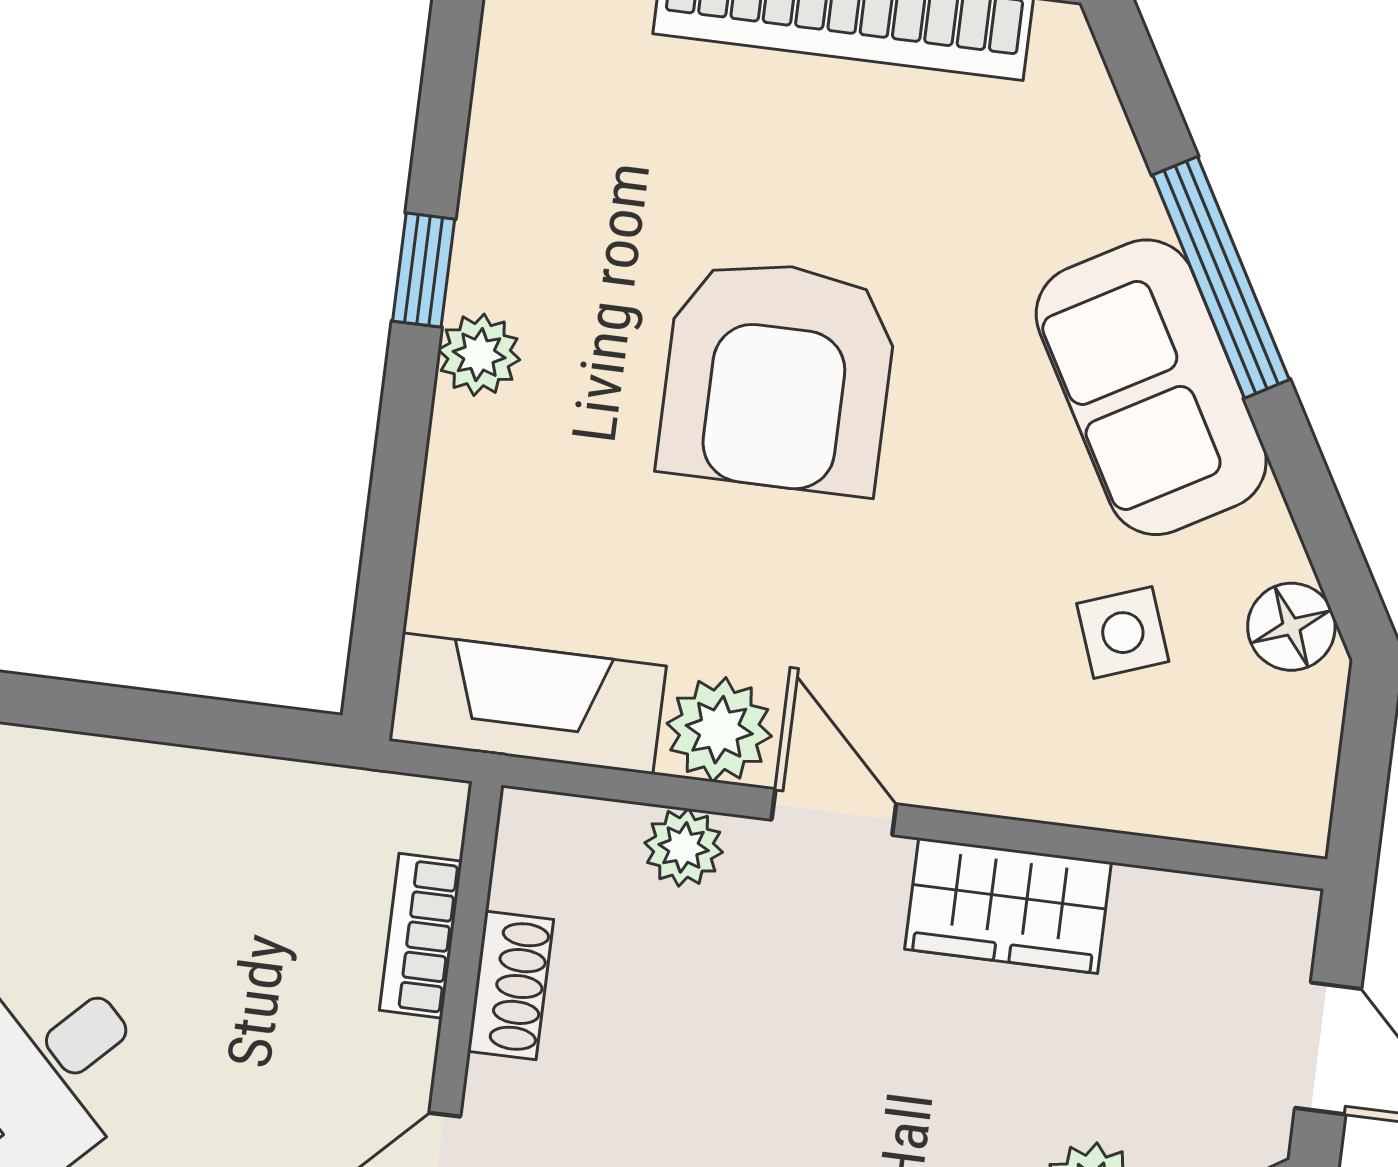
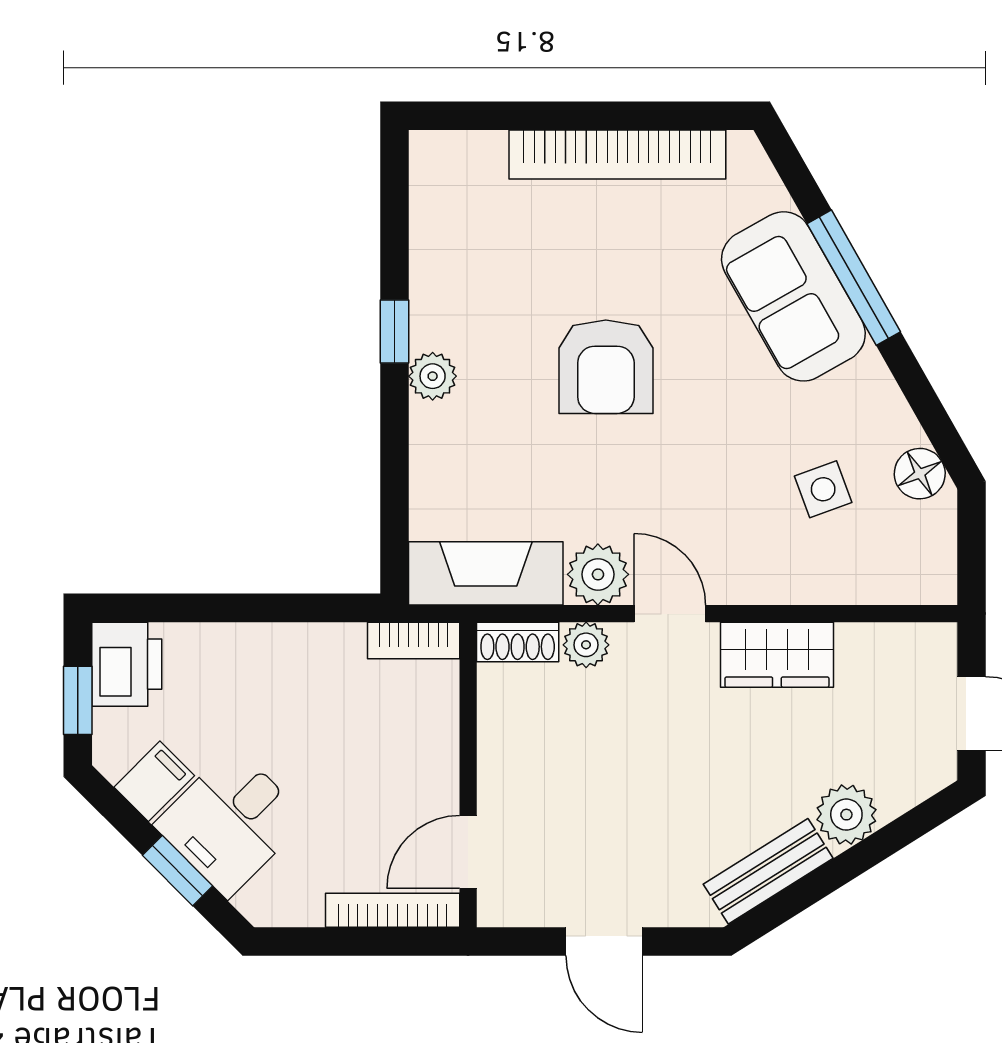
armchair: (778, 376) -> (606, 367), width x0.73, depth x0.73
sofa: (1151, 387) -> (793, 296), moved
bookcase: (421, 936) -> (414, 640), moved, turned -90
shoe rack: (510, 985) -> (518, 642), moved, turned 90

